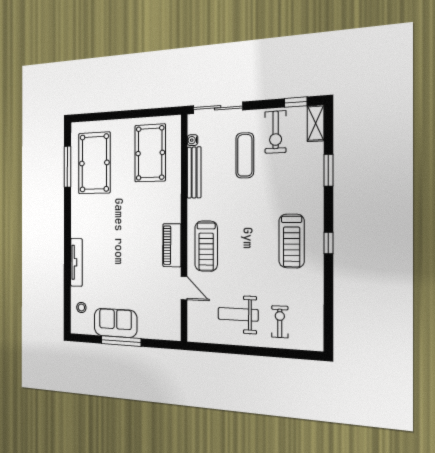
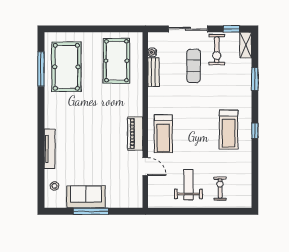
sliding door: (218, 108) -> (188, 29), moved
bench: (194, 172) -> (153, 72), width x0.73
weight bench: (238, 314) -> (188, 185), turned 90

